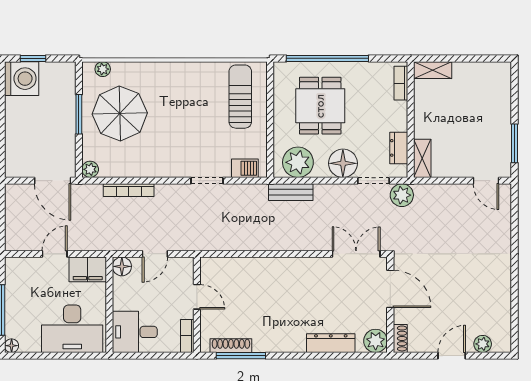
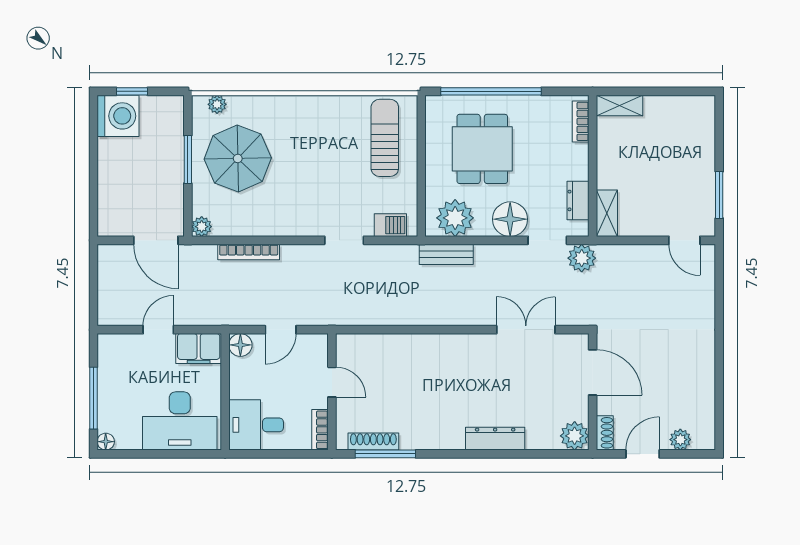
door: (390, 289) -> (593, 372), moved
wall: (390, 305) -> (593, 392), moved
shoe rack: (400, 338) -> (605, 433), moved
plant: (376, 341) -> (575, 436), moved

